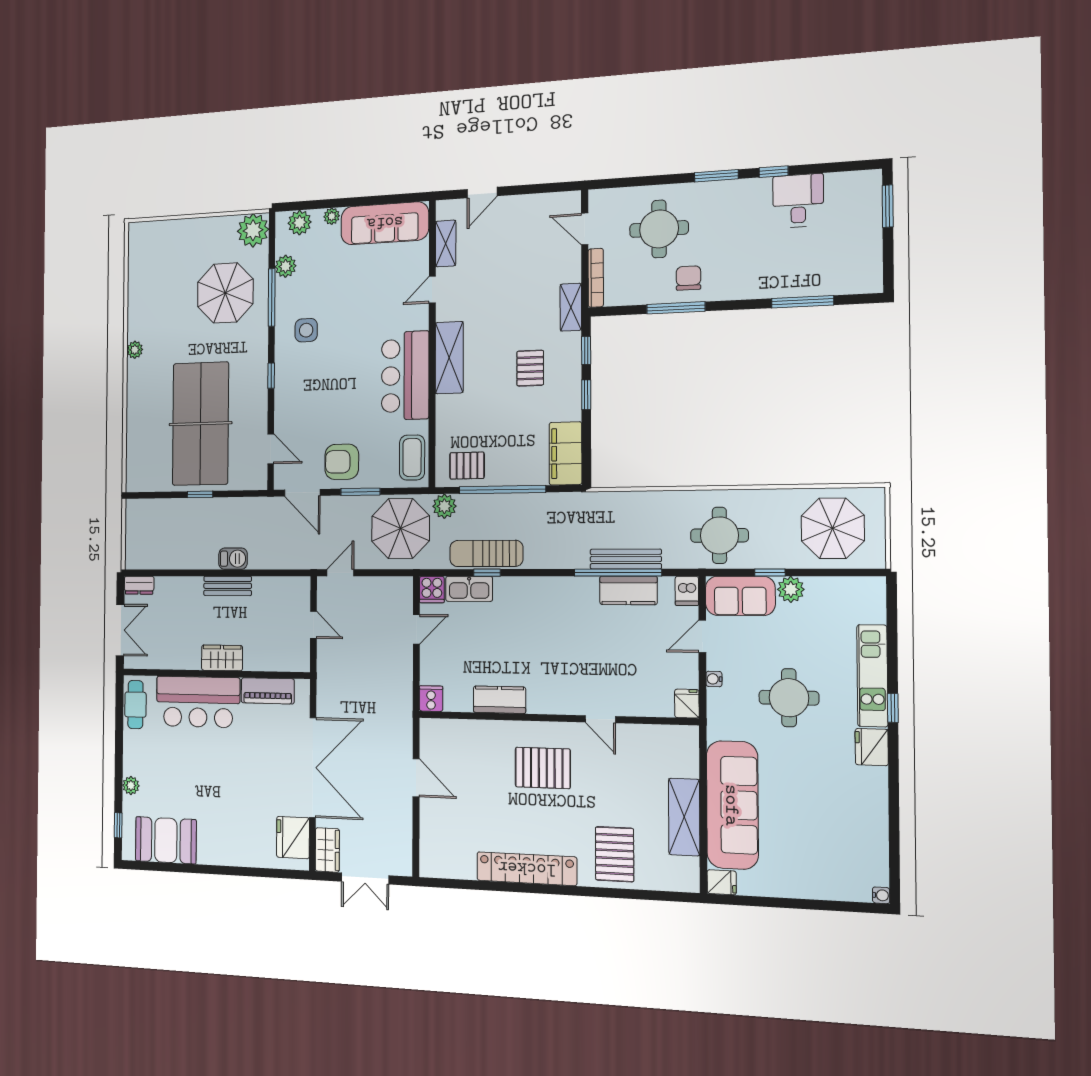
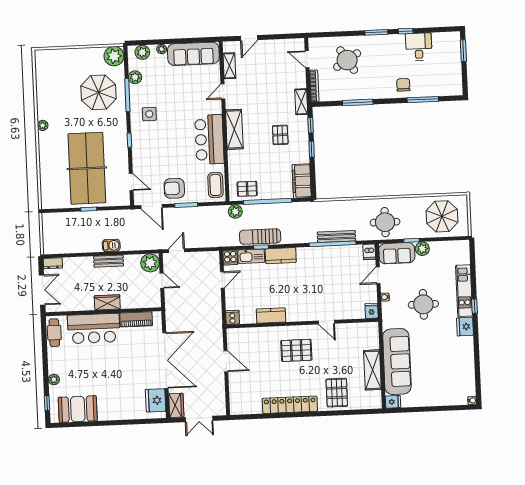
round table: (659, 229) -> (347, 60), turned -32
chair: (688, 278) -> (403, 85), moved
parasol: (401, 528) -> (211, 225), removed
kitchen counter: (628, 590) -> (281, 256), moved
plant: (295, 592) -> (150, 263), added

